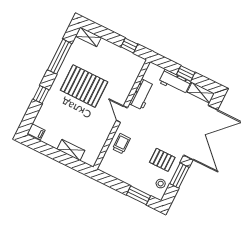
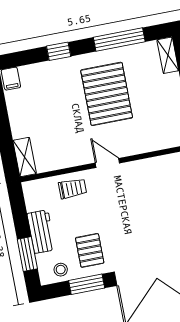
workbench: (142, 94) -> (41, 232), moved, turned -90
door: (122, 114) -> (107, 163), hinge flipped
shelving: (71, 150) -> (25, 157), moved

